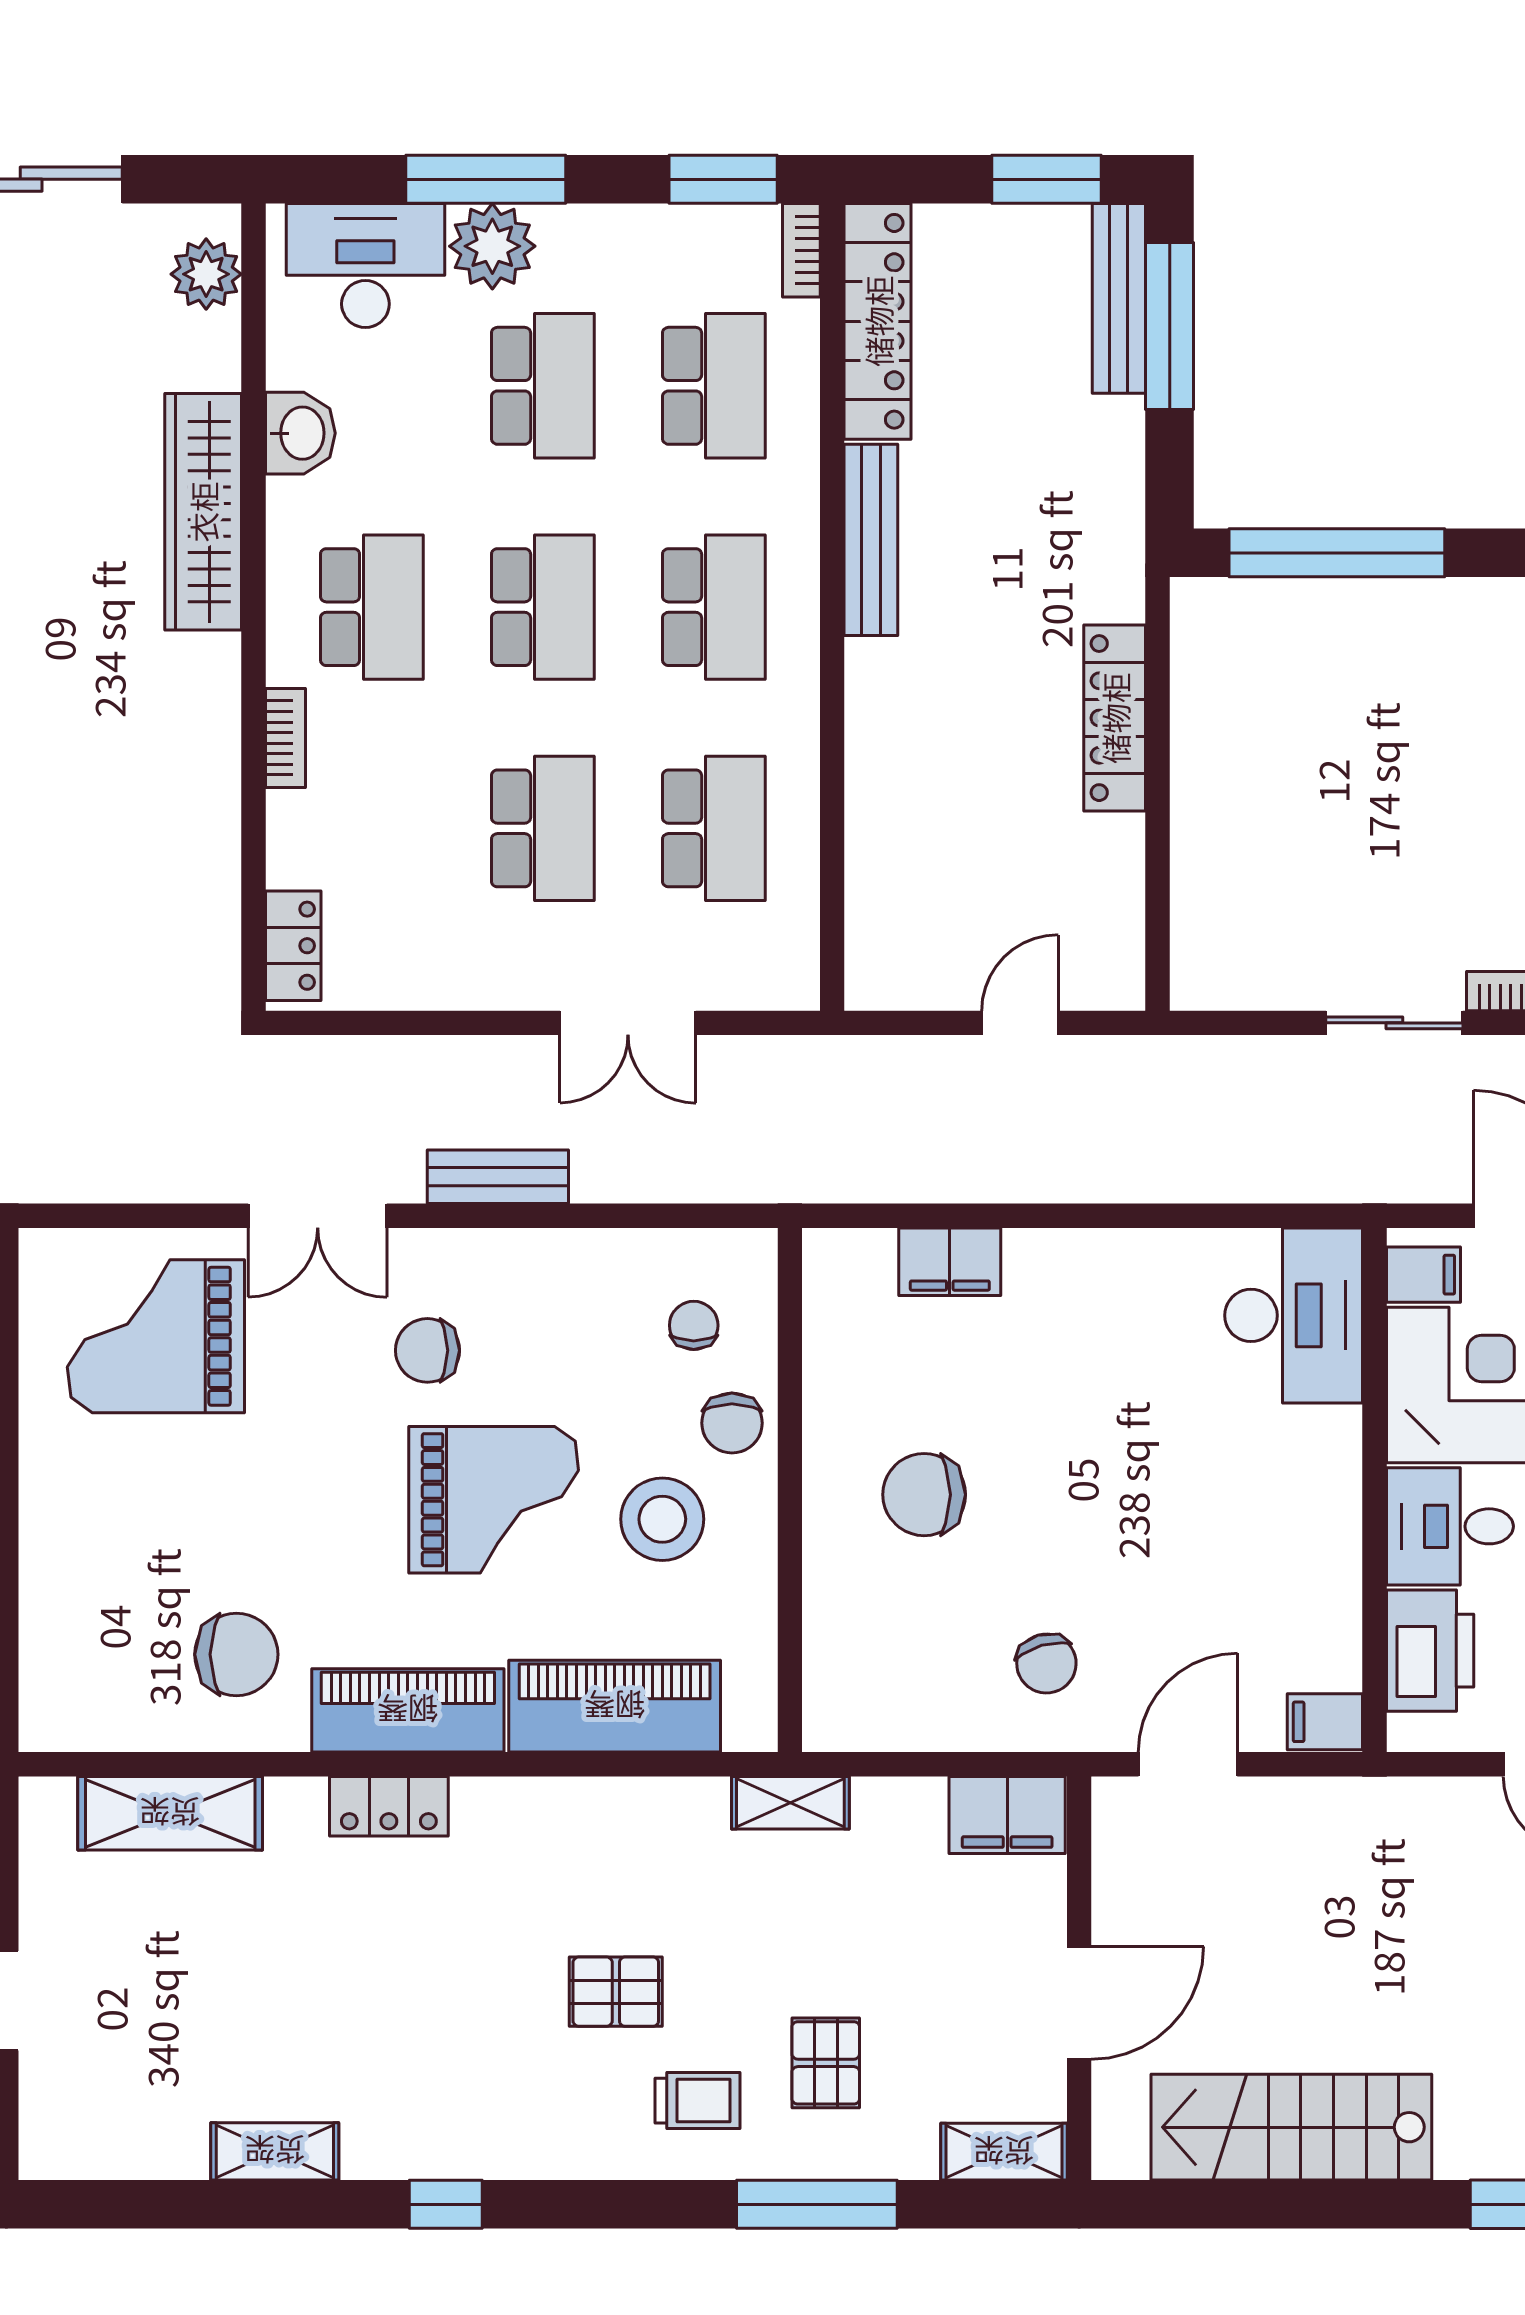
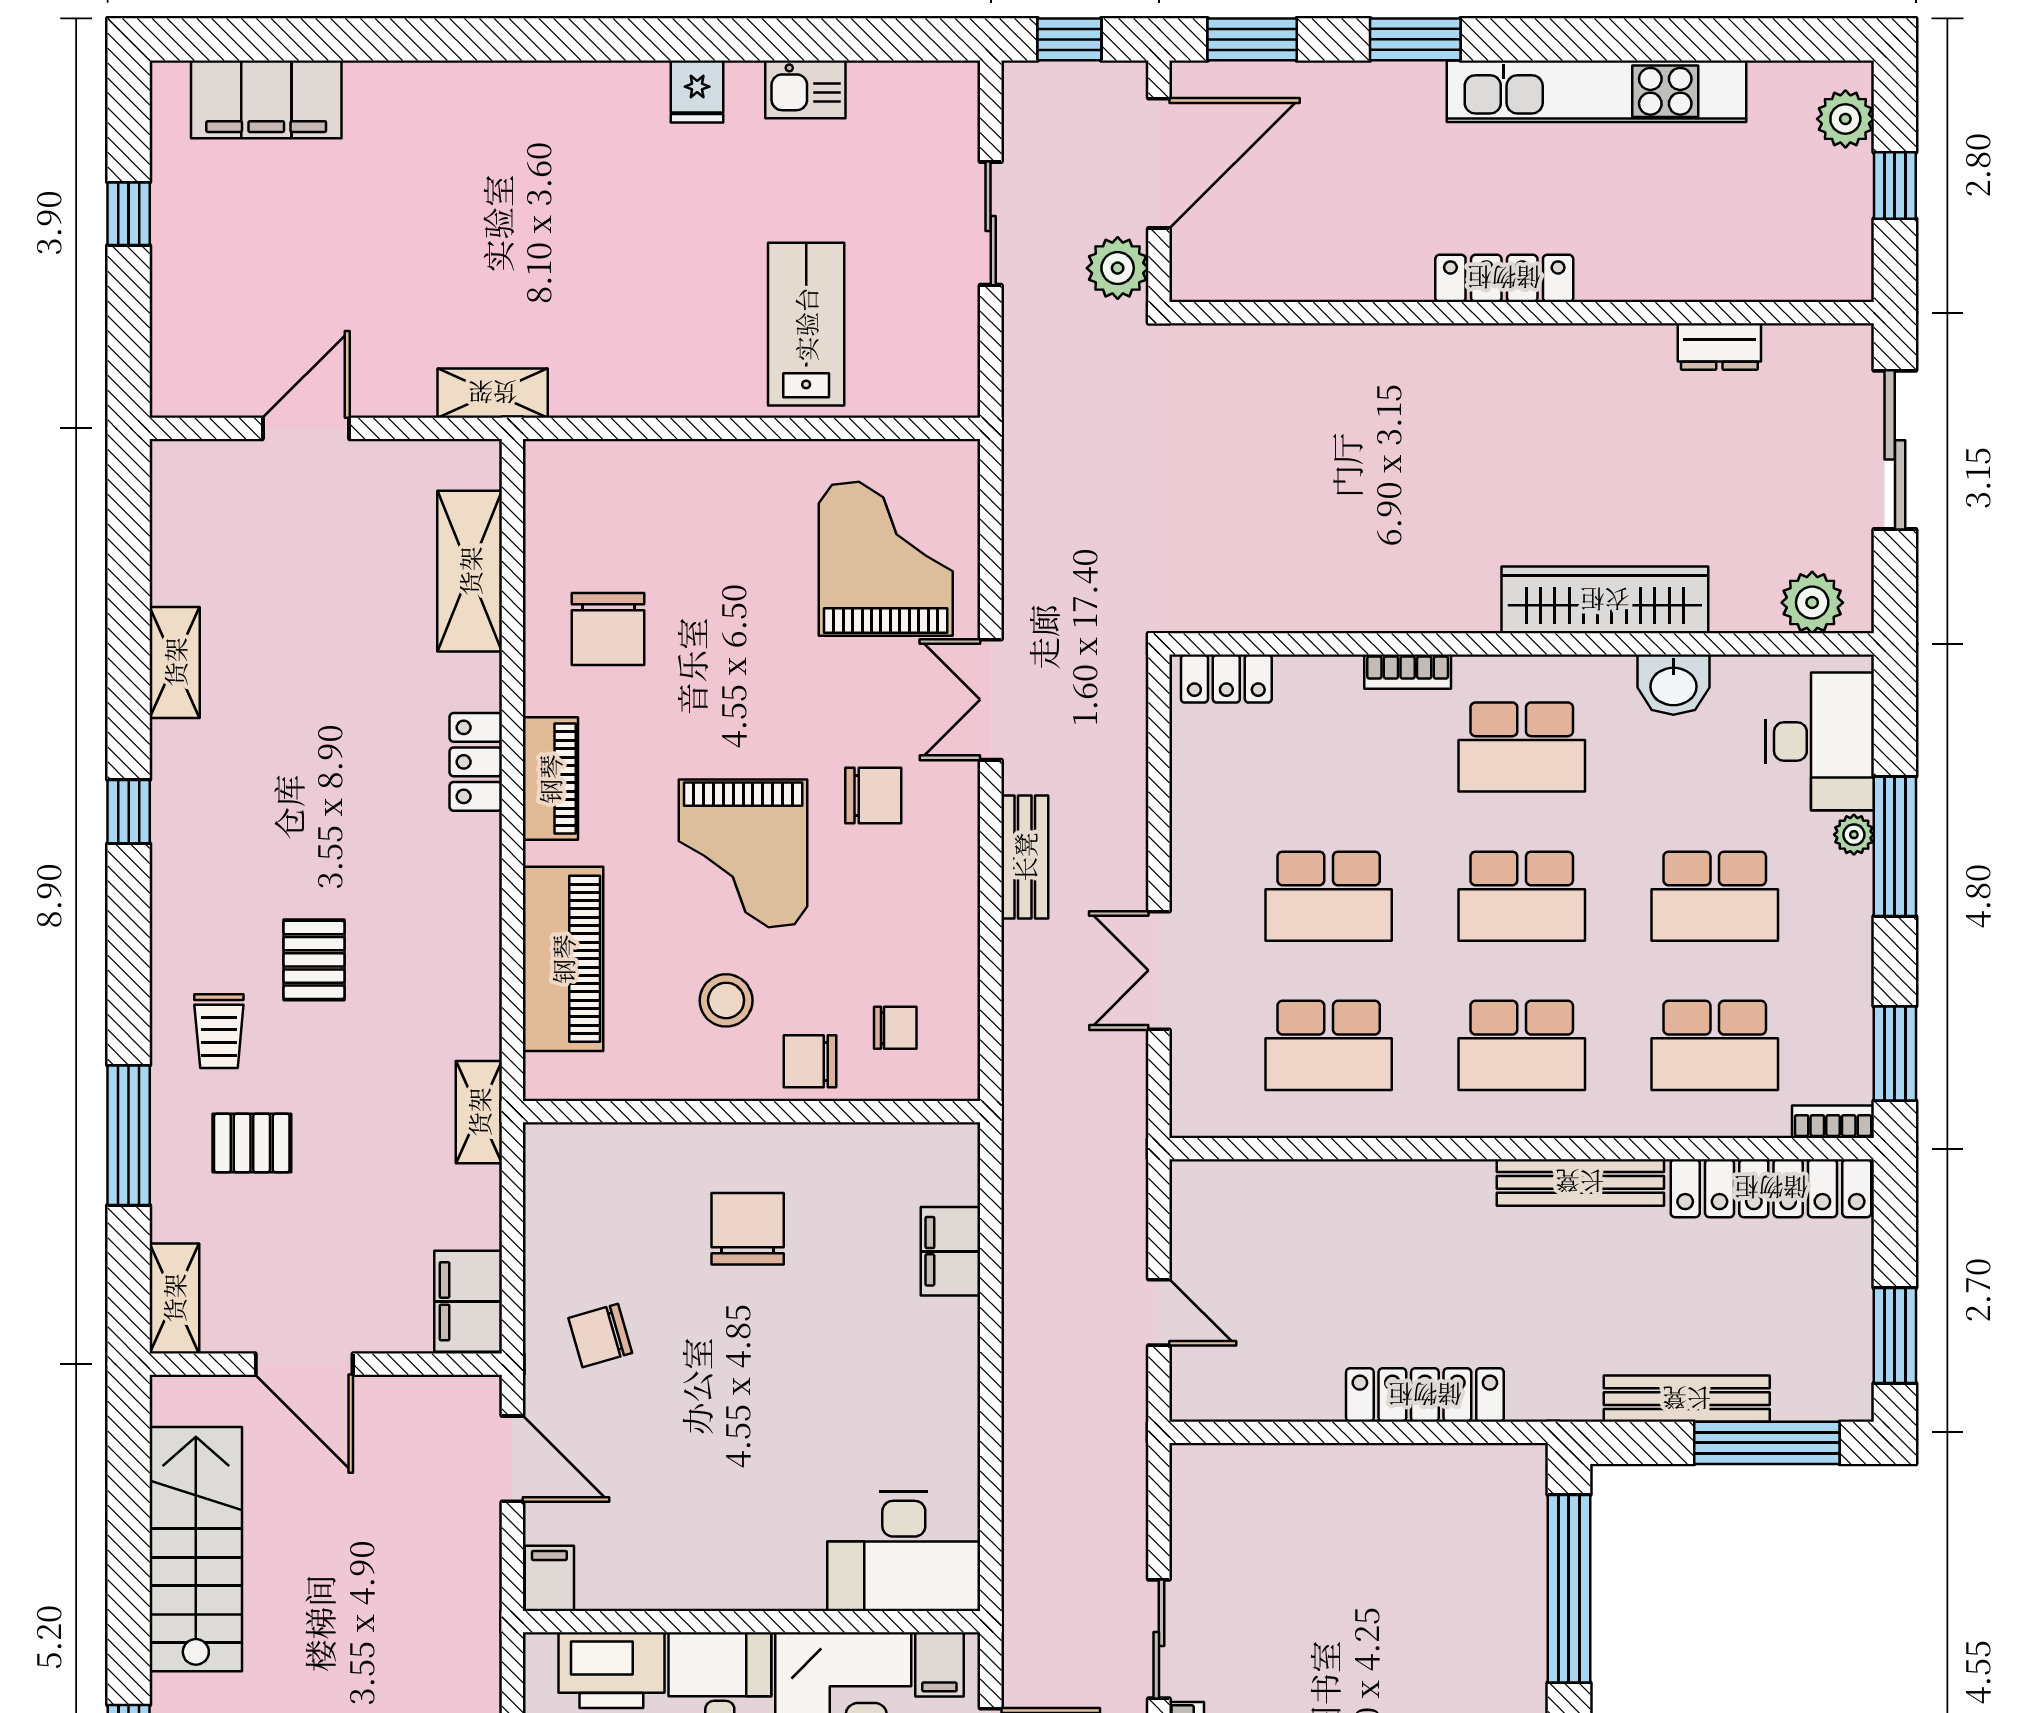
plant: (492, 246) -> (1854, 835), width x0.53, depth x0.53
bench: (1119, 298) -> (1687, 1399), moved
chair: (427, 1350) -> (873, 796), turned 90
stool: (662, 1519) -> (726, 1000), width x0.73, depth x0.73
piano: (408, 1710) -> (550, 779), width x0.73, depth x0.75

